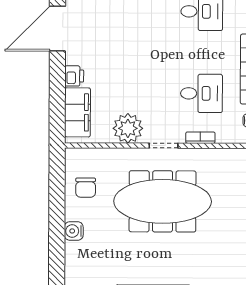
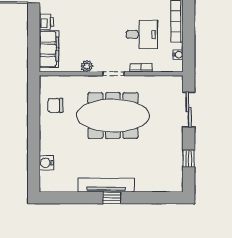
plant: (128, 128) -> (87, 66), width x0.53, depth x0.53
chair: (86, 188) -> (55, 105), turned 90
water cooler: (74, 231) -> (46, 163), moved

